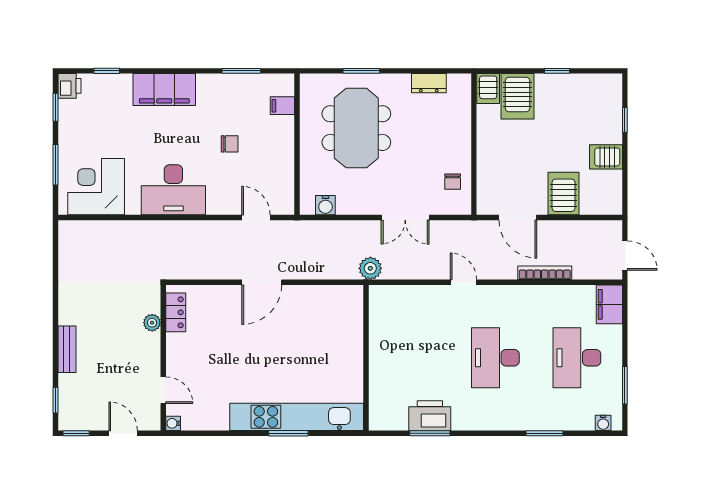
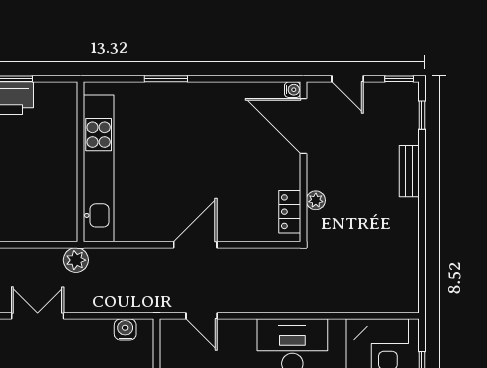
door: (163, 390) -> (303, 126), width x1.87
kitchen unit: (297, 417) -> (99, 168), moved, turned -90

